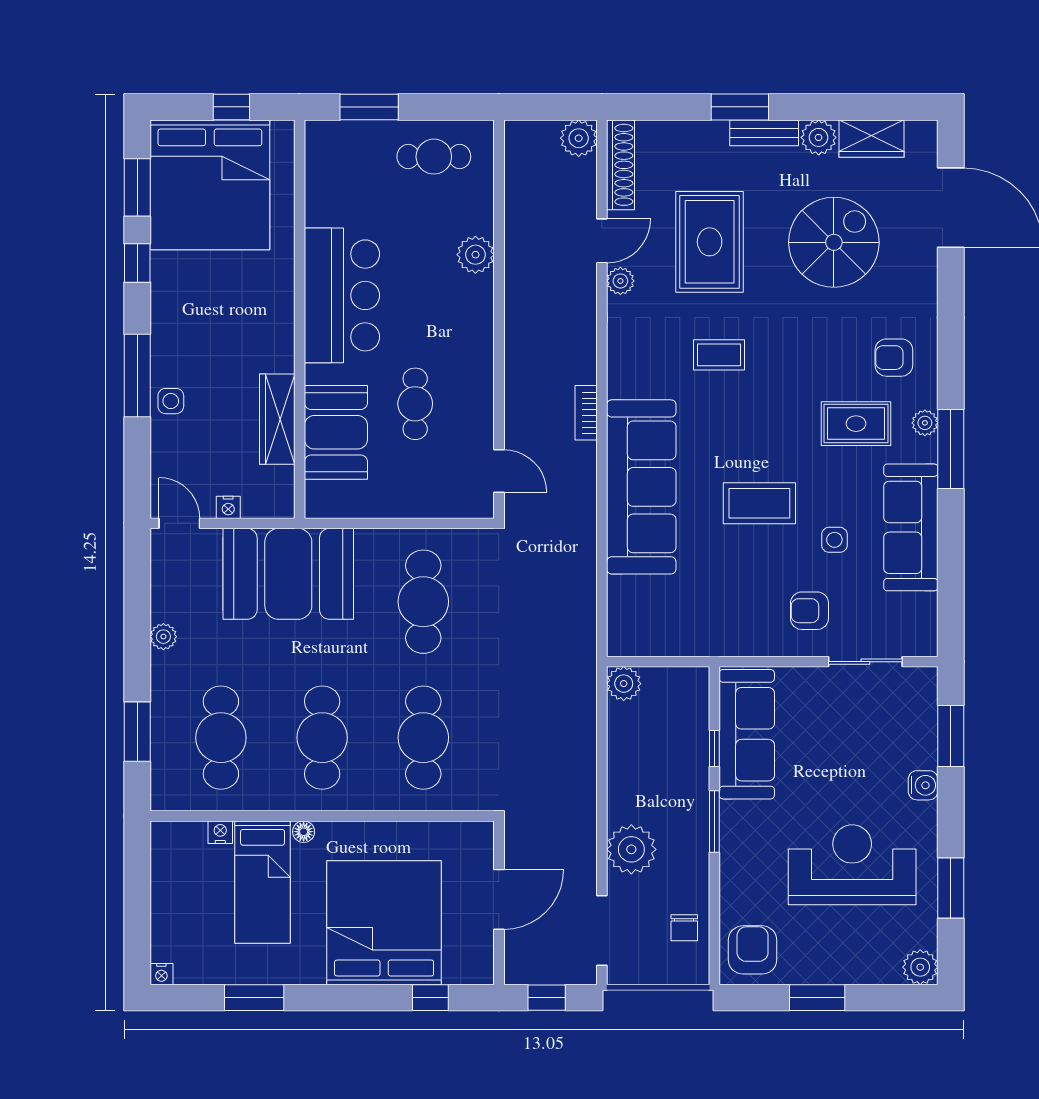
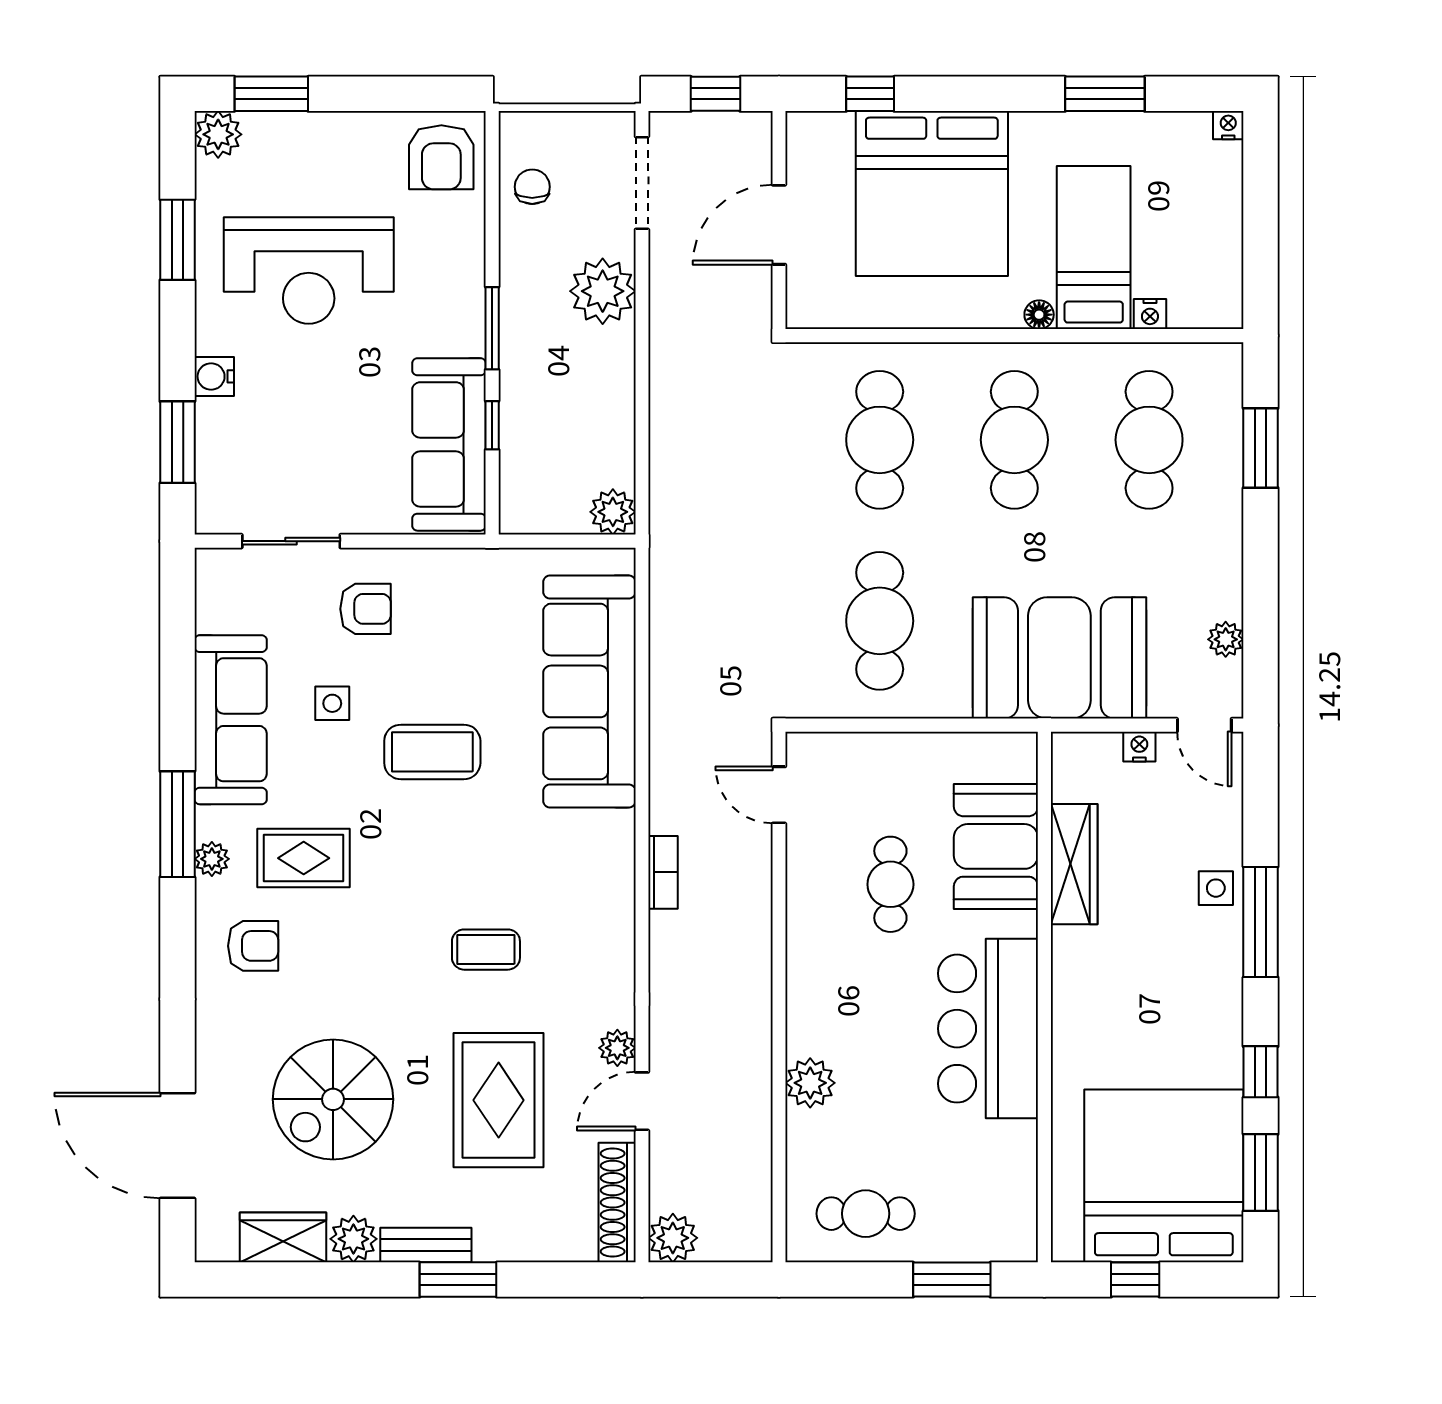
sofa: (641, 487) -> (589, 691), moved
plant: (163, 637) -> (1226, 639), moved
window: (817, 998) -> (271, 94), moved

